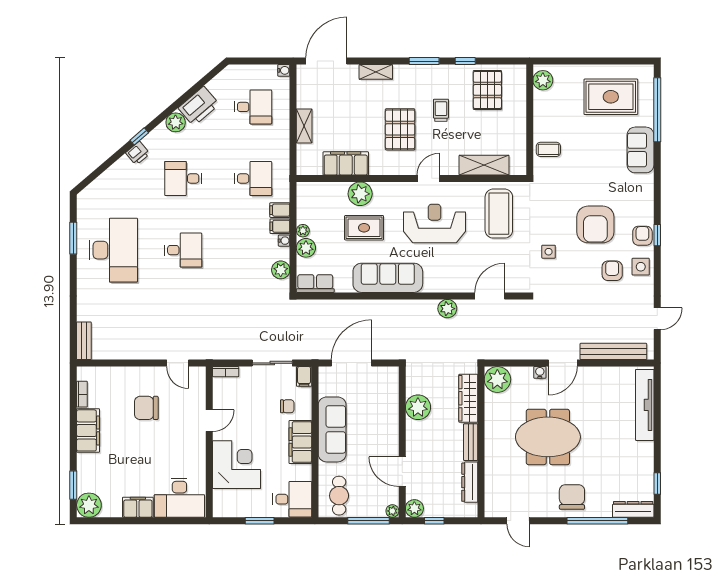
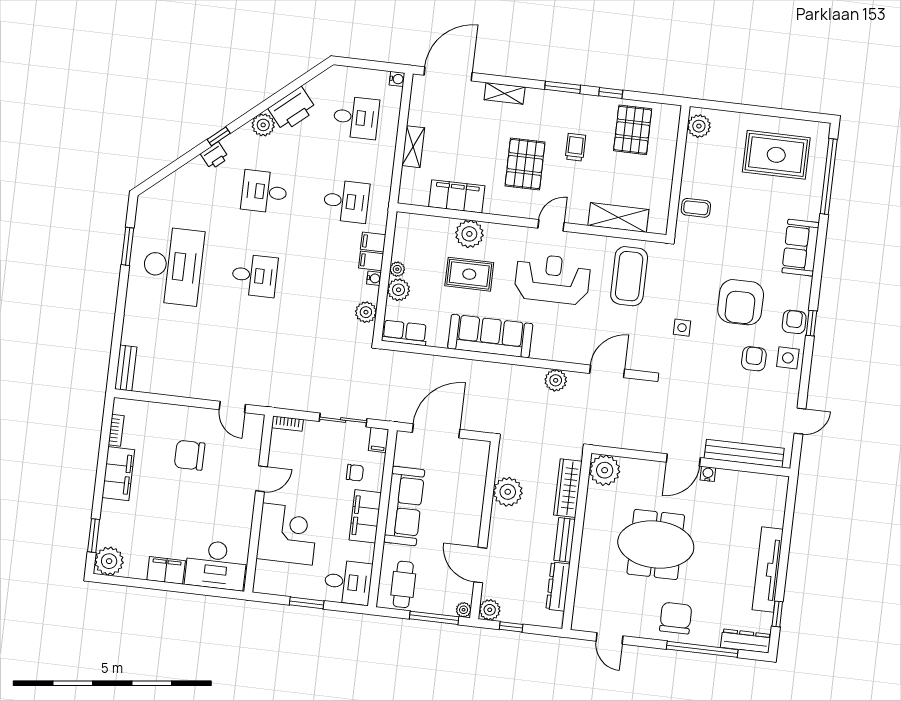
sofa: (640, 150) -> (801, 248), moved
water cooler: (540, 372) -> (708, 474), moved
tv unit: (645, 405) -> (768, 570), moved

